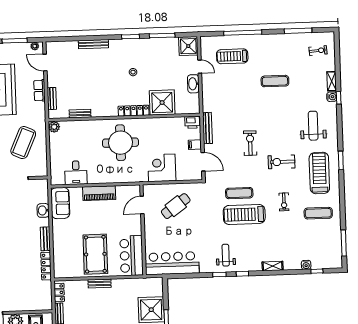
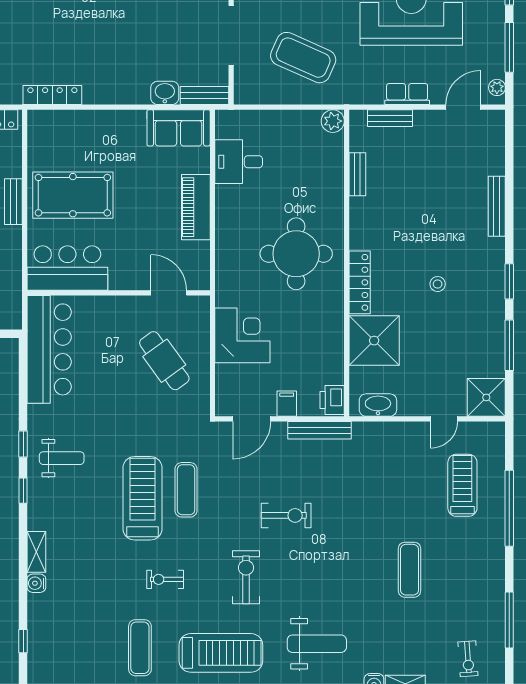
washbasin: (193, 84) -> (378, 405), moved
bench: (45, 239) -> (205, 95), moved
water cooler: (306, 265) -> (36, 583), moved

